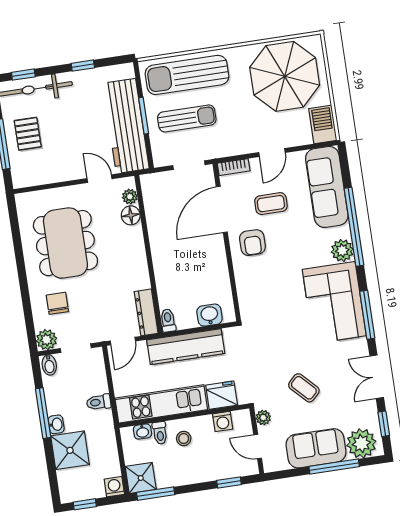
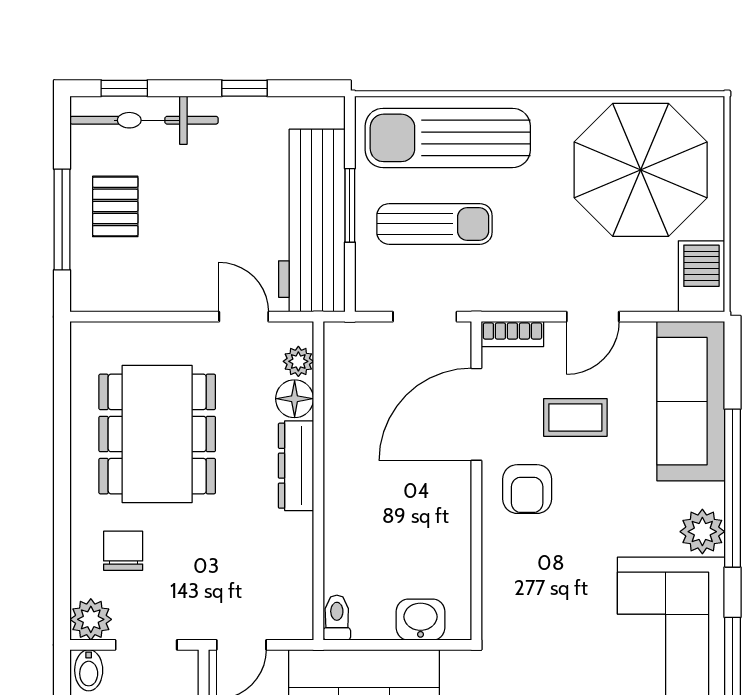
dresser: (146, 312) -> (296, 466), moved

